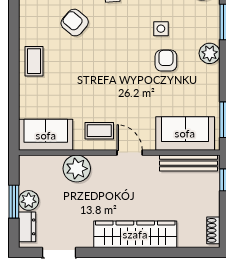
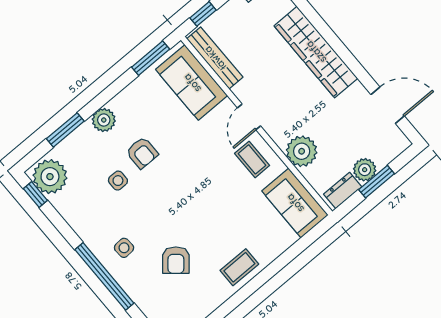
armchair: (166, 61) -> (142, 153), turned -90
dresser: (27, 227) -> (343, 191), moved

